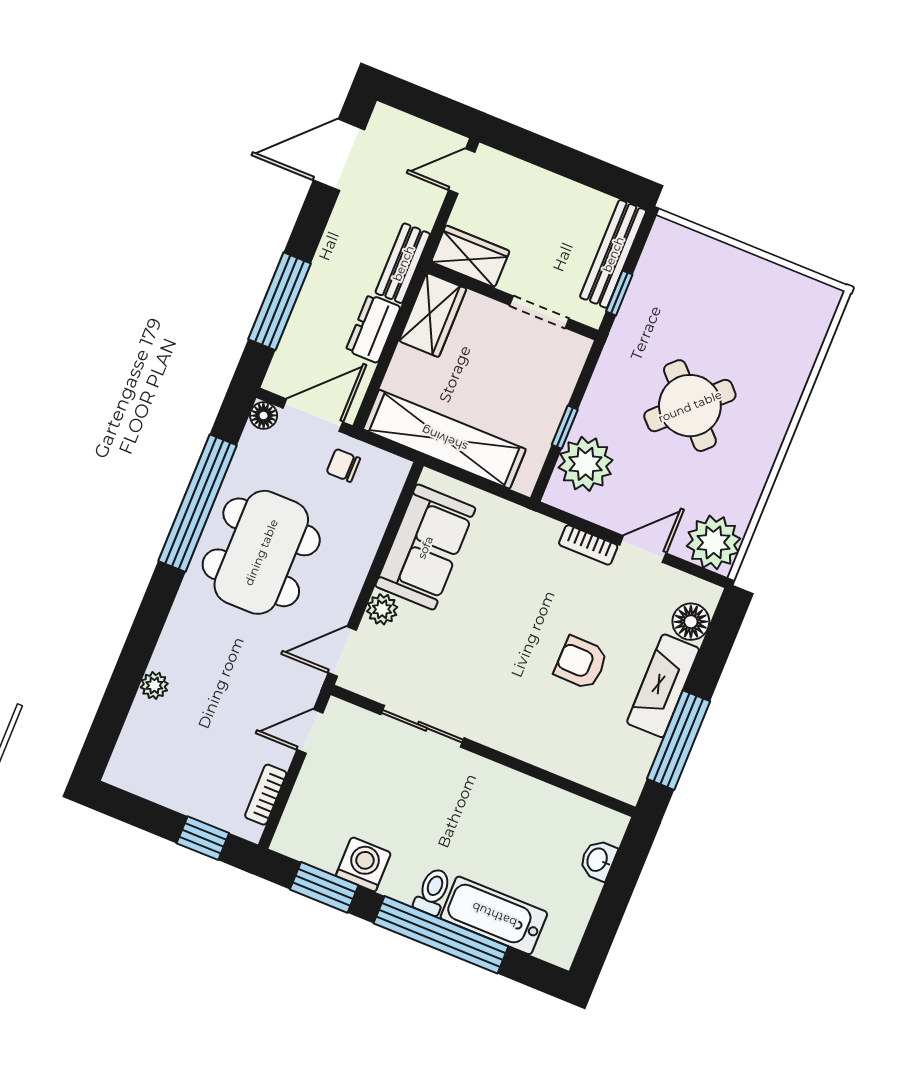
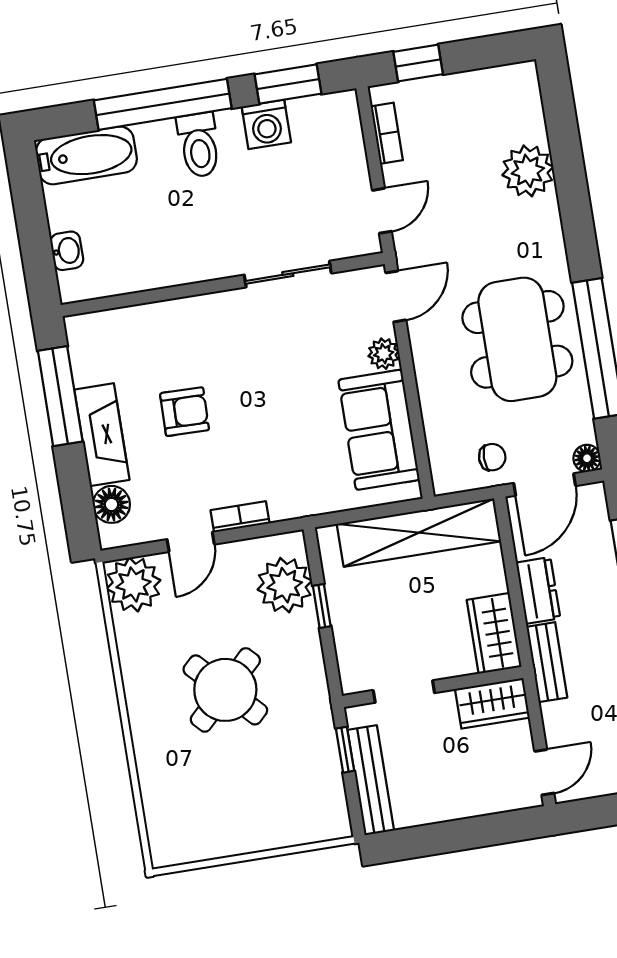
plant: (154, 685) -> (528, 171), width x1.87, depth x1.87
toilet: (433, 891) -> (199, 145), width x1.37, depth x1.39
bathtub: (494, 915) -> (86, 155), moved

